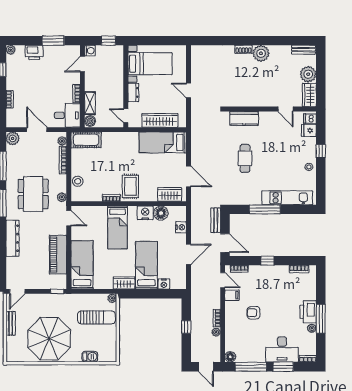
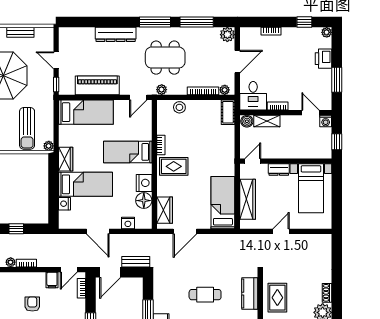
rug: (248, 94) -> (277, 298), added
cot: (86, 140) -> (228, 112), width x0.73, depth x0.75
door: (17, 291) -> (56, 60), moved

